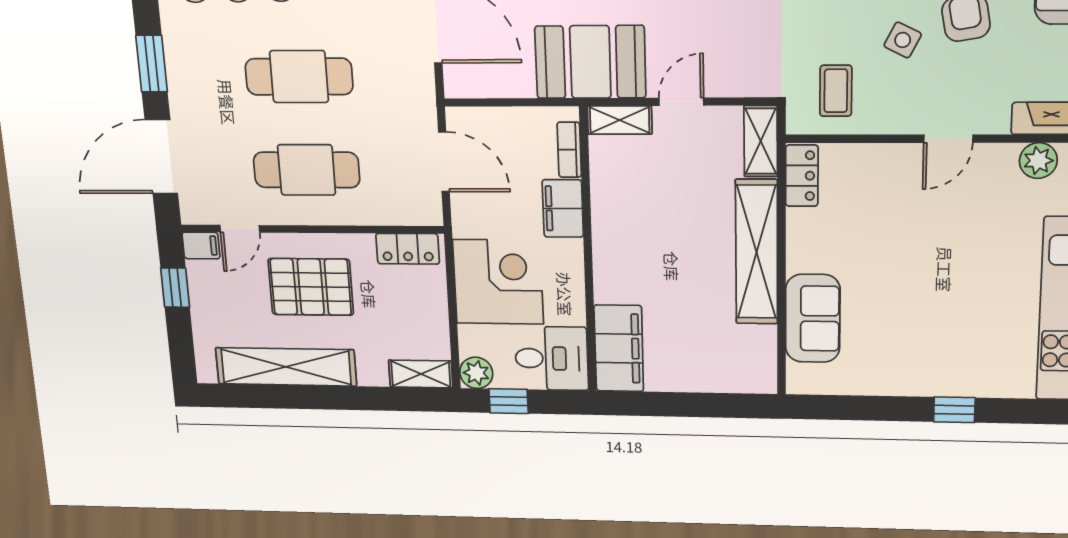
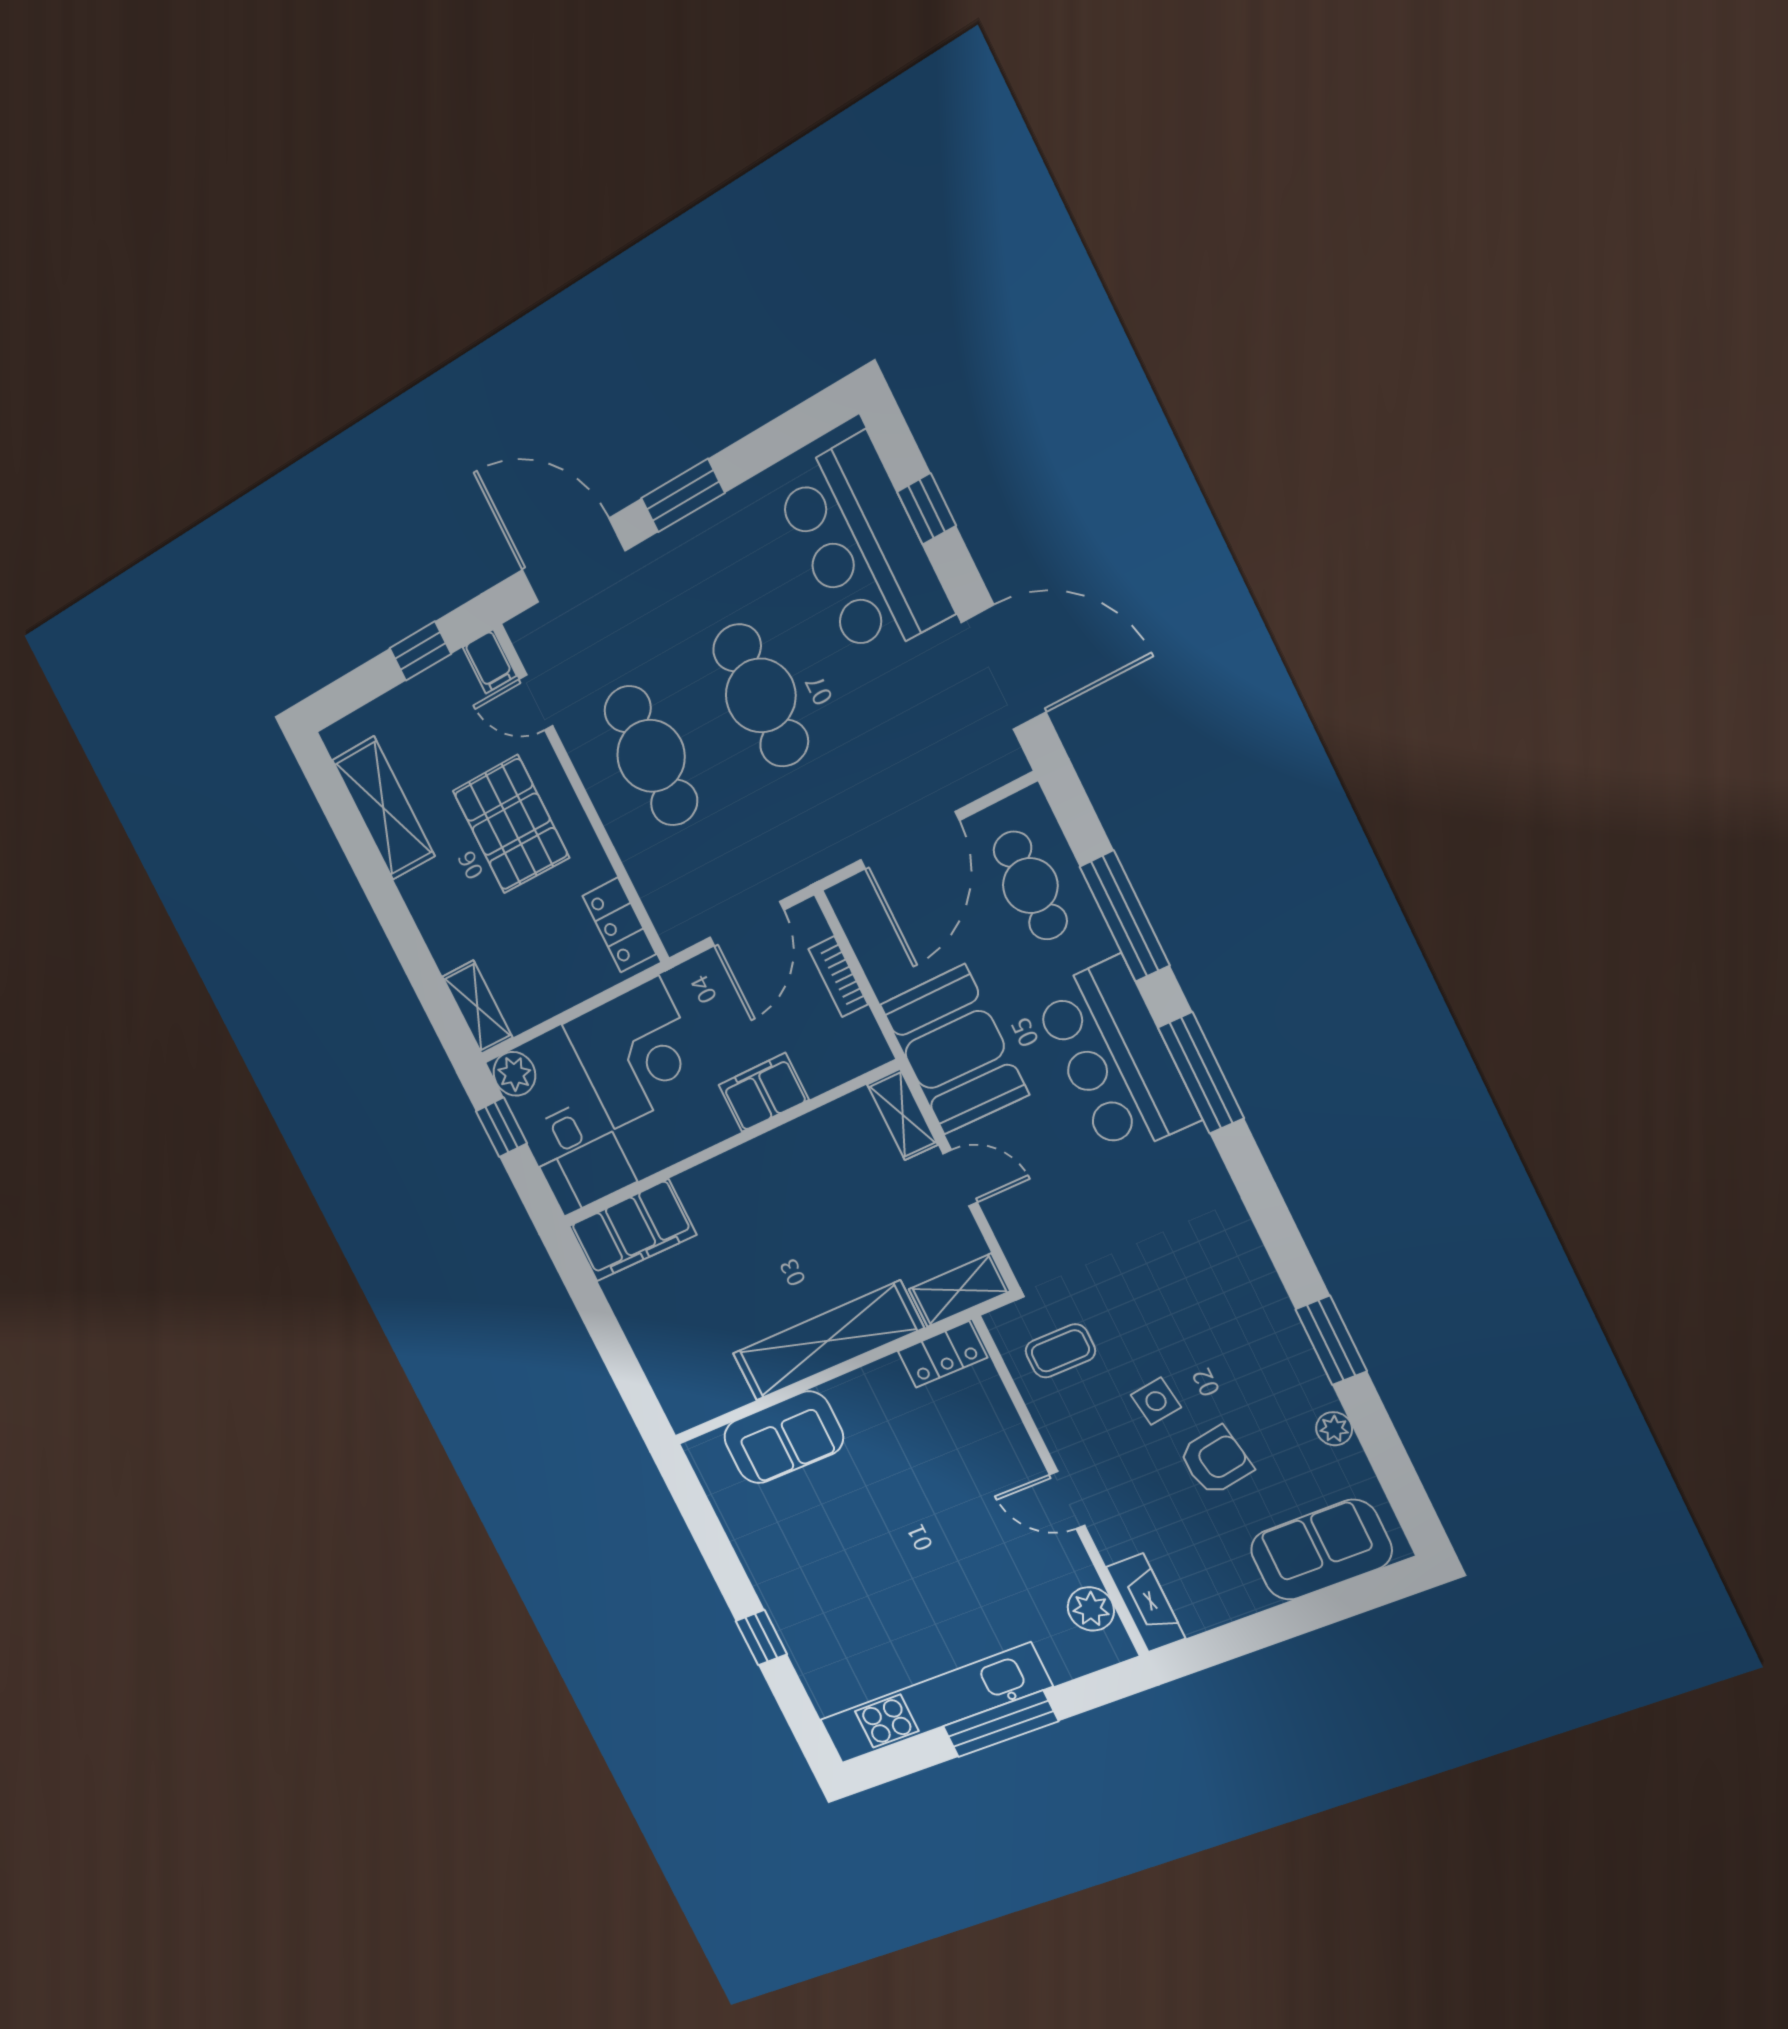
side table: (903, 40) -> (1156, 1401), turned -35
bookcase: (569, 150) -> (838, 977), moved, turned -90
shelving: (286, 367) -> (384, 808), width x0.68

